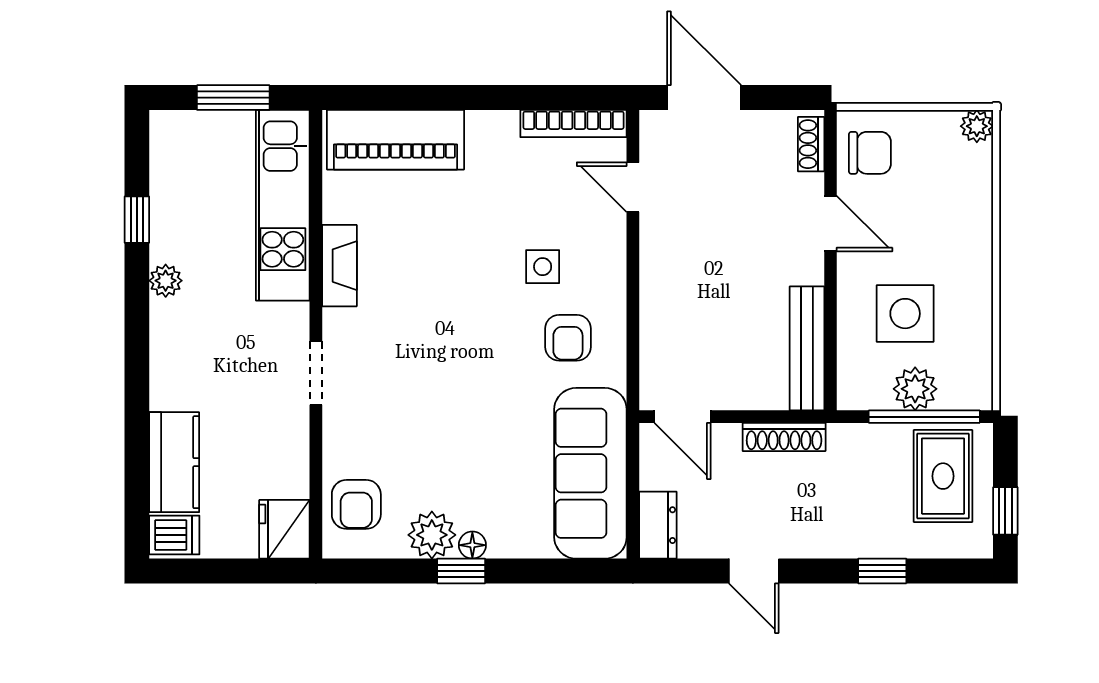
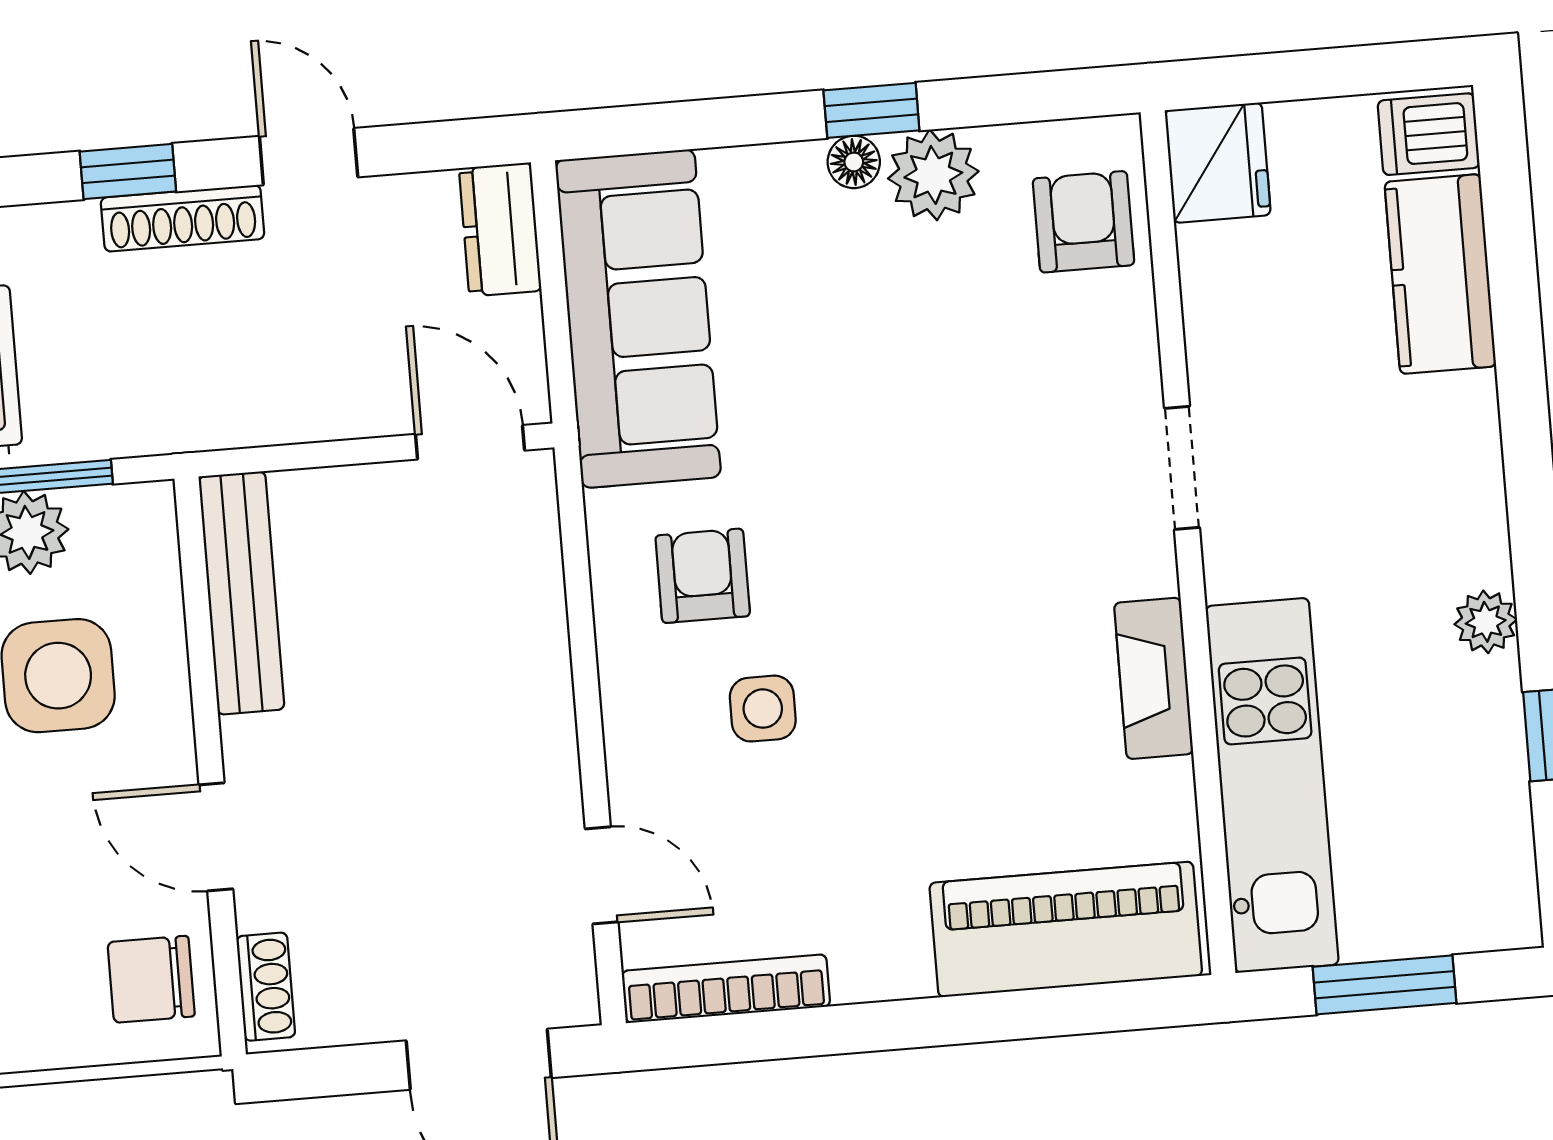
shoe rack: (784, 437) -> (183, 218), moved, turned 180
window: (882, 571) -> (128, 171), moved

